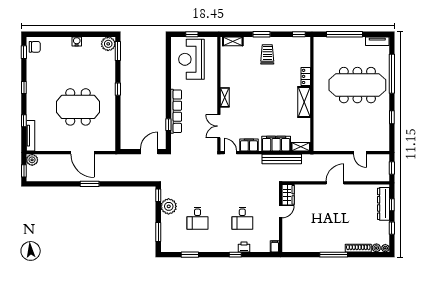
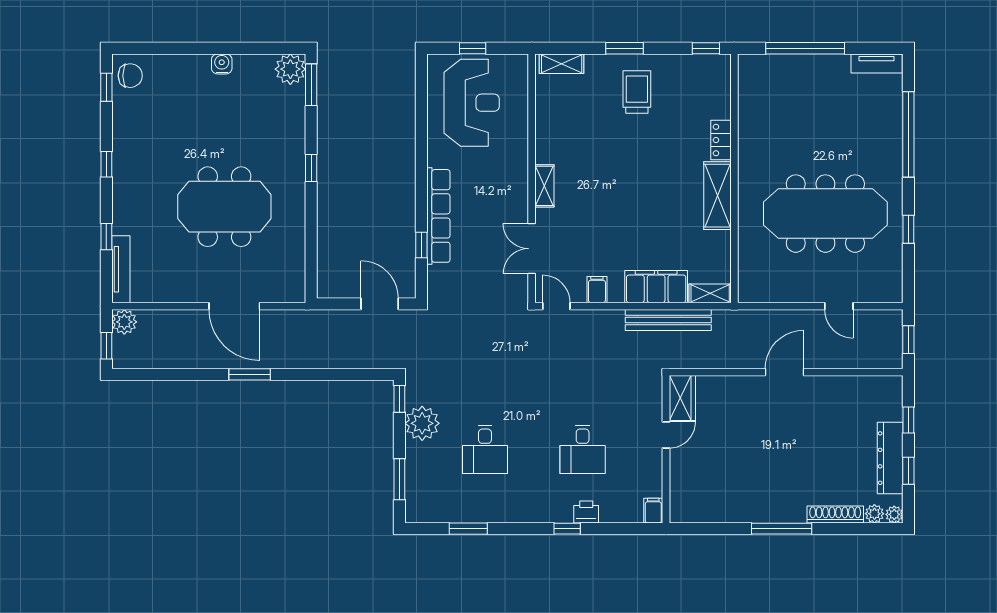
reception desk: (191, 59) -> (472, 103), turned 180
meeting table: (357, 85) -> (825, 214), moved
filing cabinet: (249, 145) -> (597, 290), width x0.50
door: (149, 152) -> (380, 304), hinge flipped
dresser: (383, 204) -> (890, 458), moved

